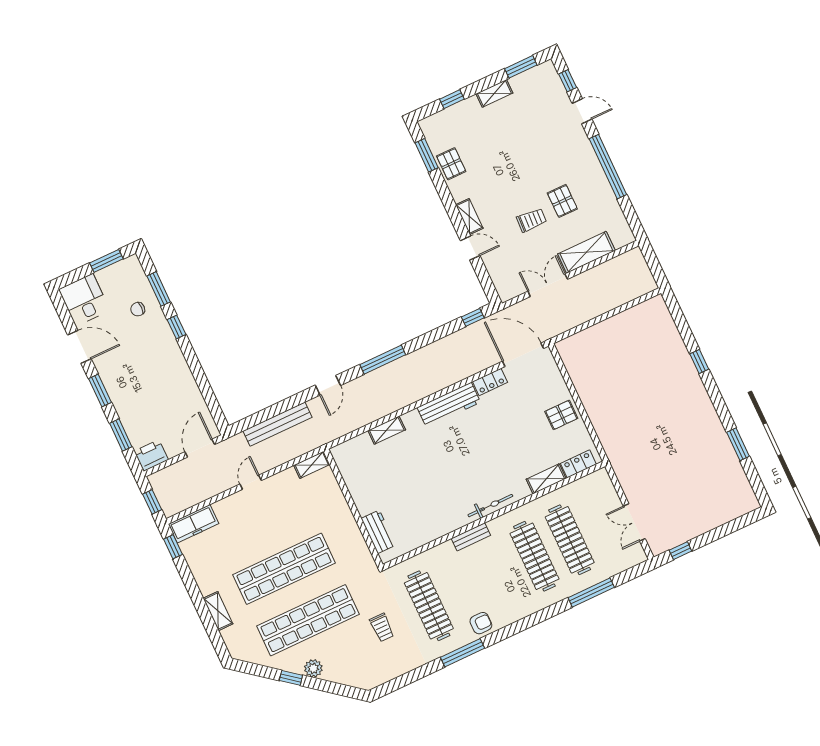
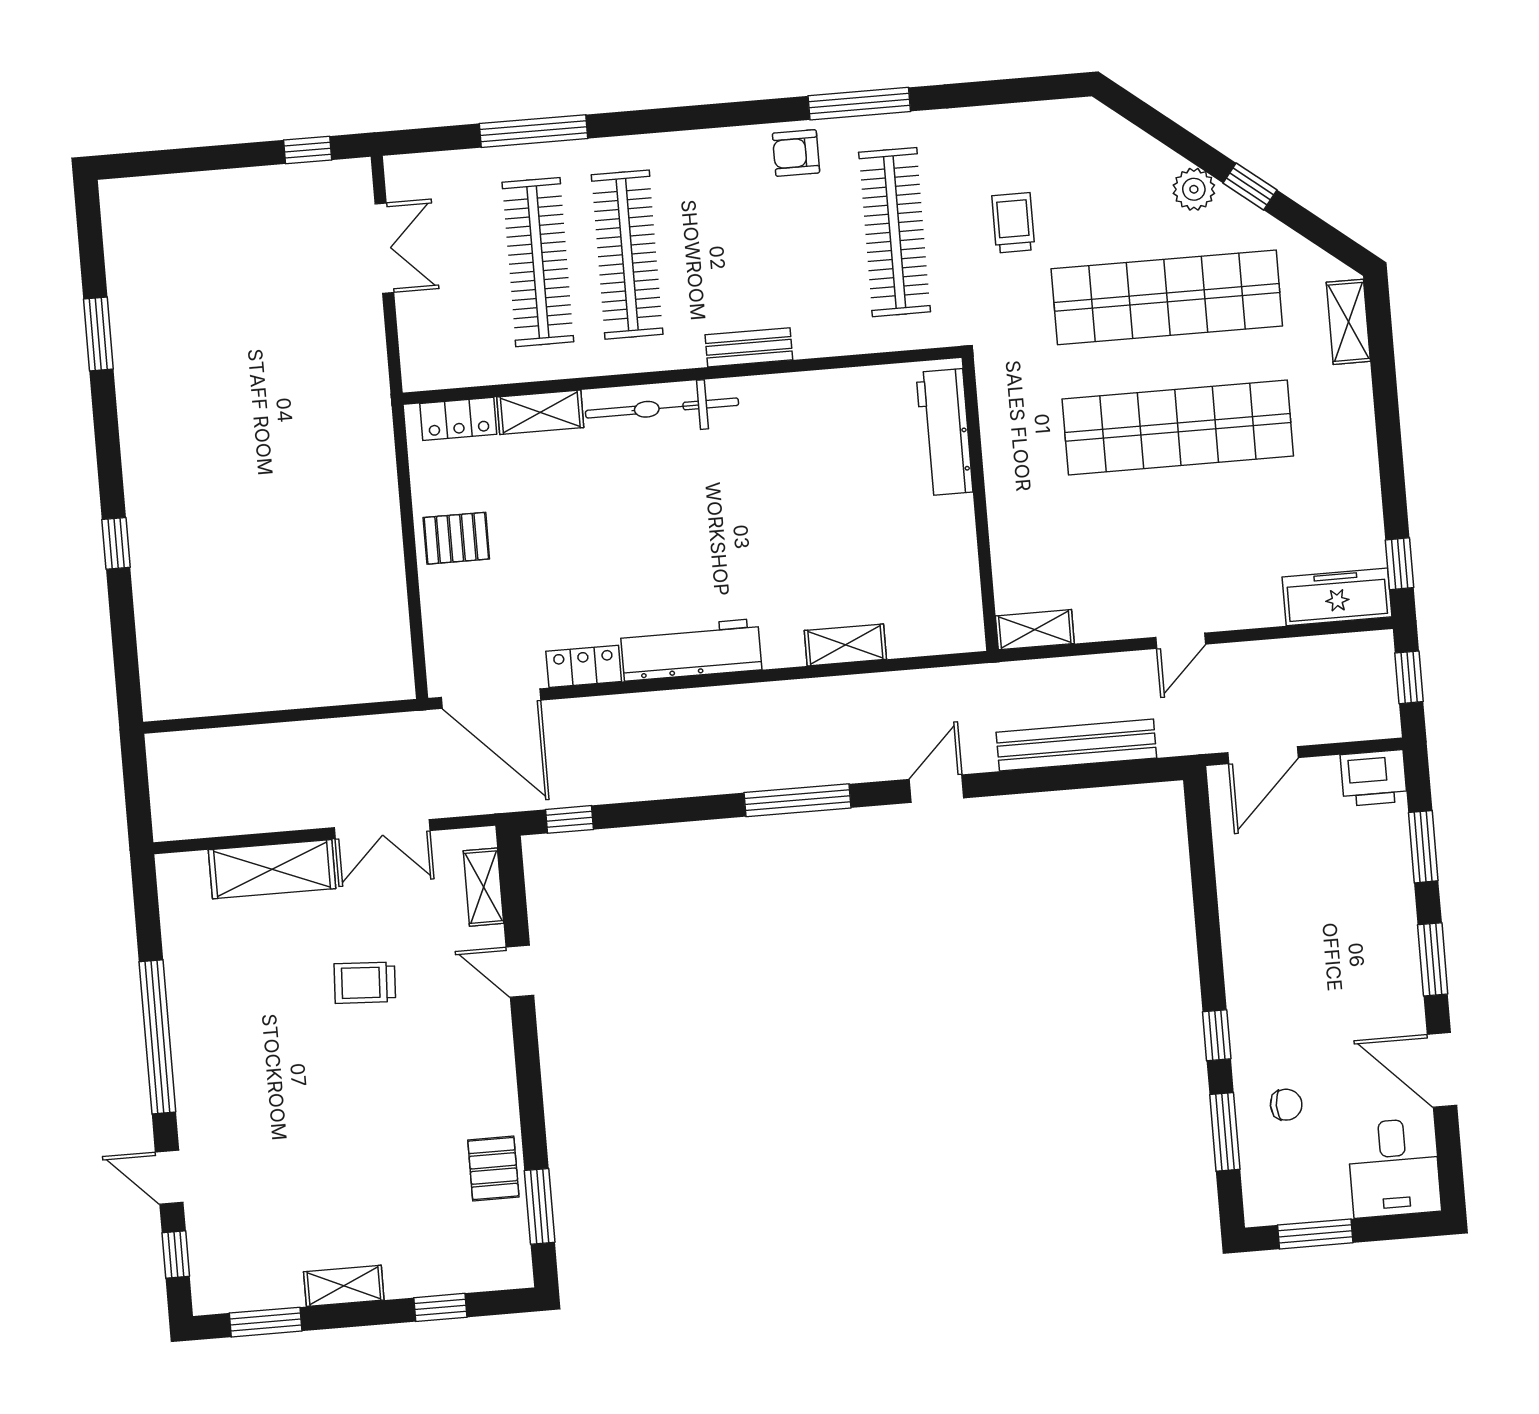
pallet: (562, 201) -> (283, 999), removed
shelving: (469, 216) -> (484, 887), moved
bicycle: (490, 506) -> (662, 408), width x1.37, depth x1.40
workbench: (378, 532) -> (944, 432), width x1.38
shelving: (218, 611) -> (1348, 322), moved

